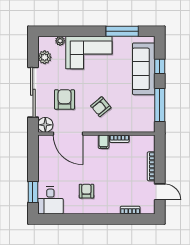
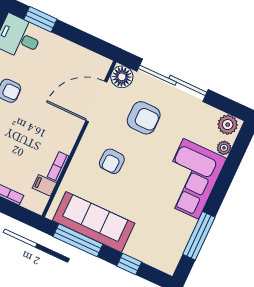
plant: (45, 57) -> (228, 125), moved
sofa: (144, 69) -> (94, 222), moved
armchair: (101, 107) -> (112, 161), turned -138
filing cabinet: (104, 142) -> (45, 185), moved

